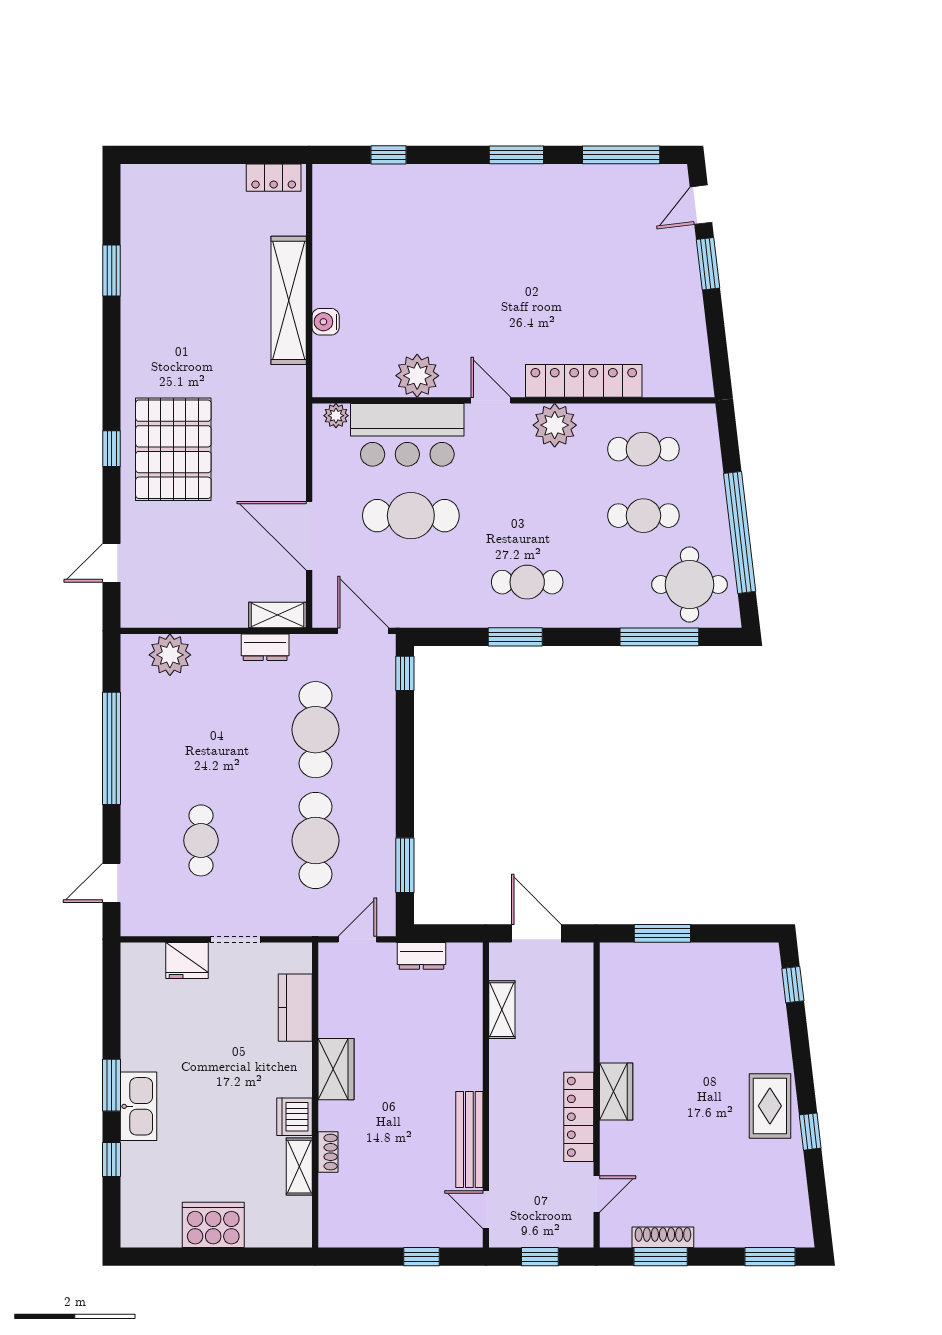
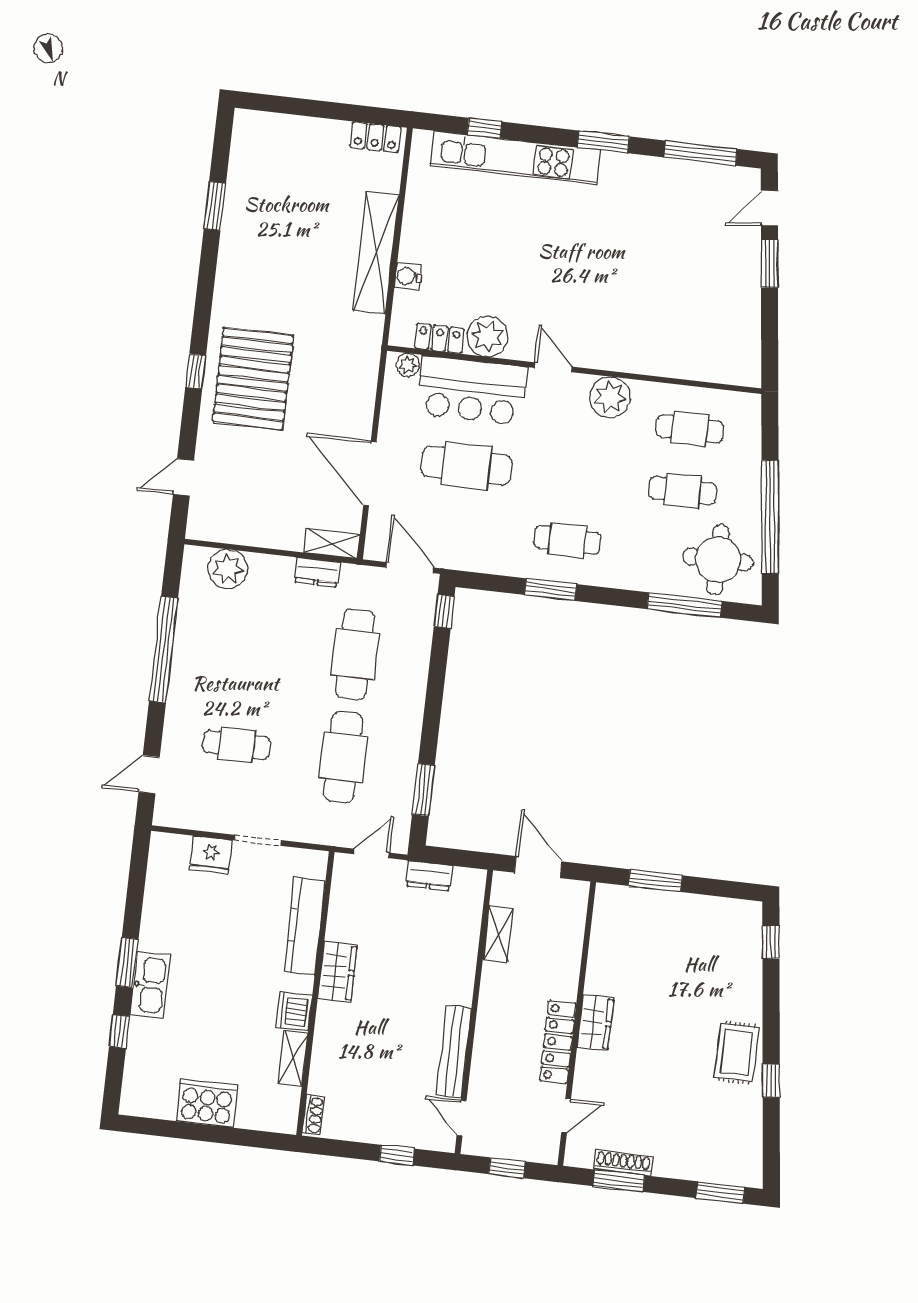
kitchen unit: (425, 182) -> (515, 158), added
locker: (584, 381) -> (439, 338), moved, width x0.46, depth x0.83
cafe table: (201, 840) -> (237, 745), turned 90
kitchen counter: (295, 1008) -> (304, 926), width x1.50
shoe rack: (328, 1152) -> (313, 1115), moved

